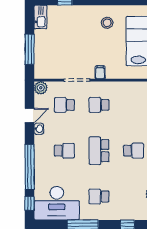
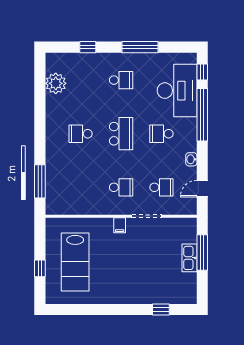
kitchen sink: (41, 17) -> (189, 258), moved
stool: (107, 23) -> (111, 283), removed
plant: (41, 88) -> (189, 207), removed
door: (30, 115) -> (202, 189), moved
desk: (57, 203) -> (177, 91), moved, turned 90

